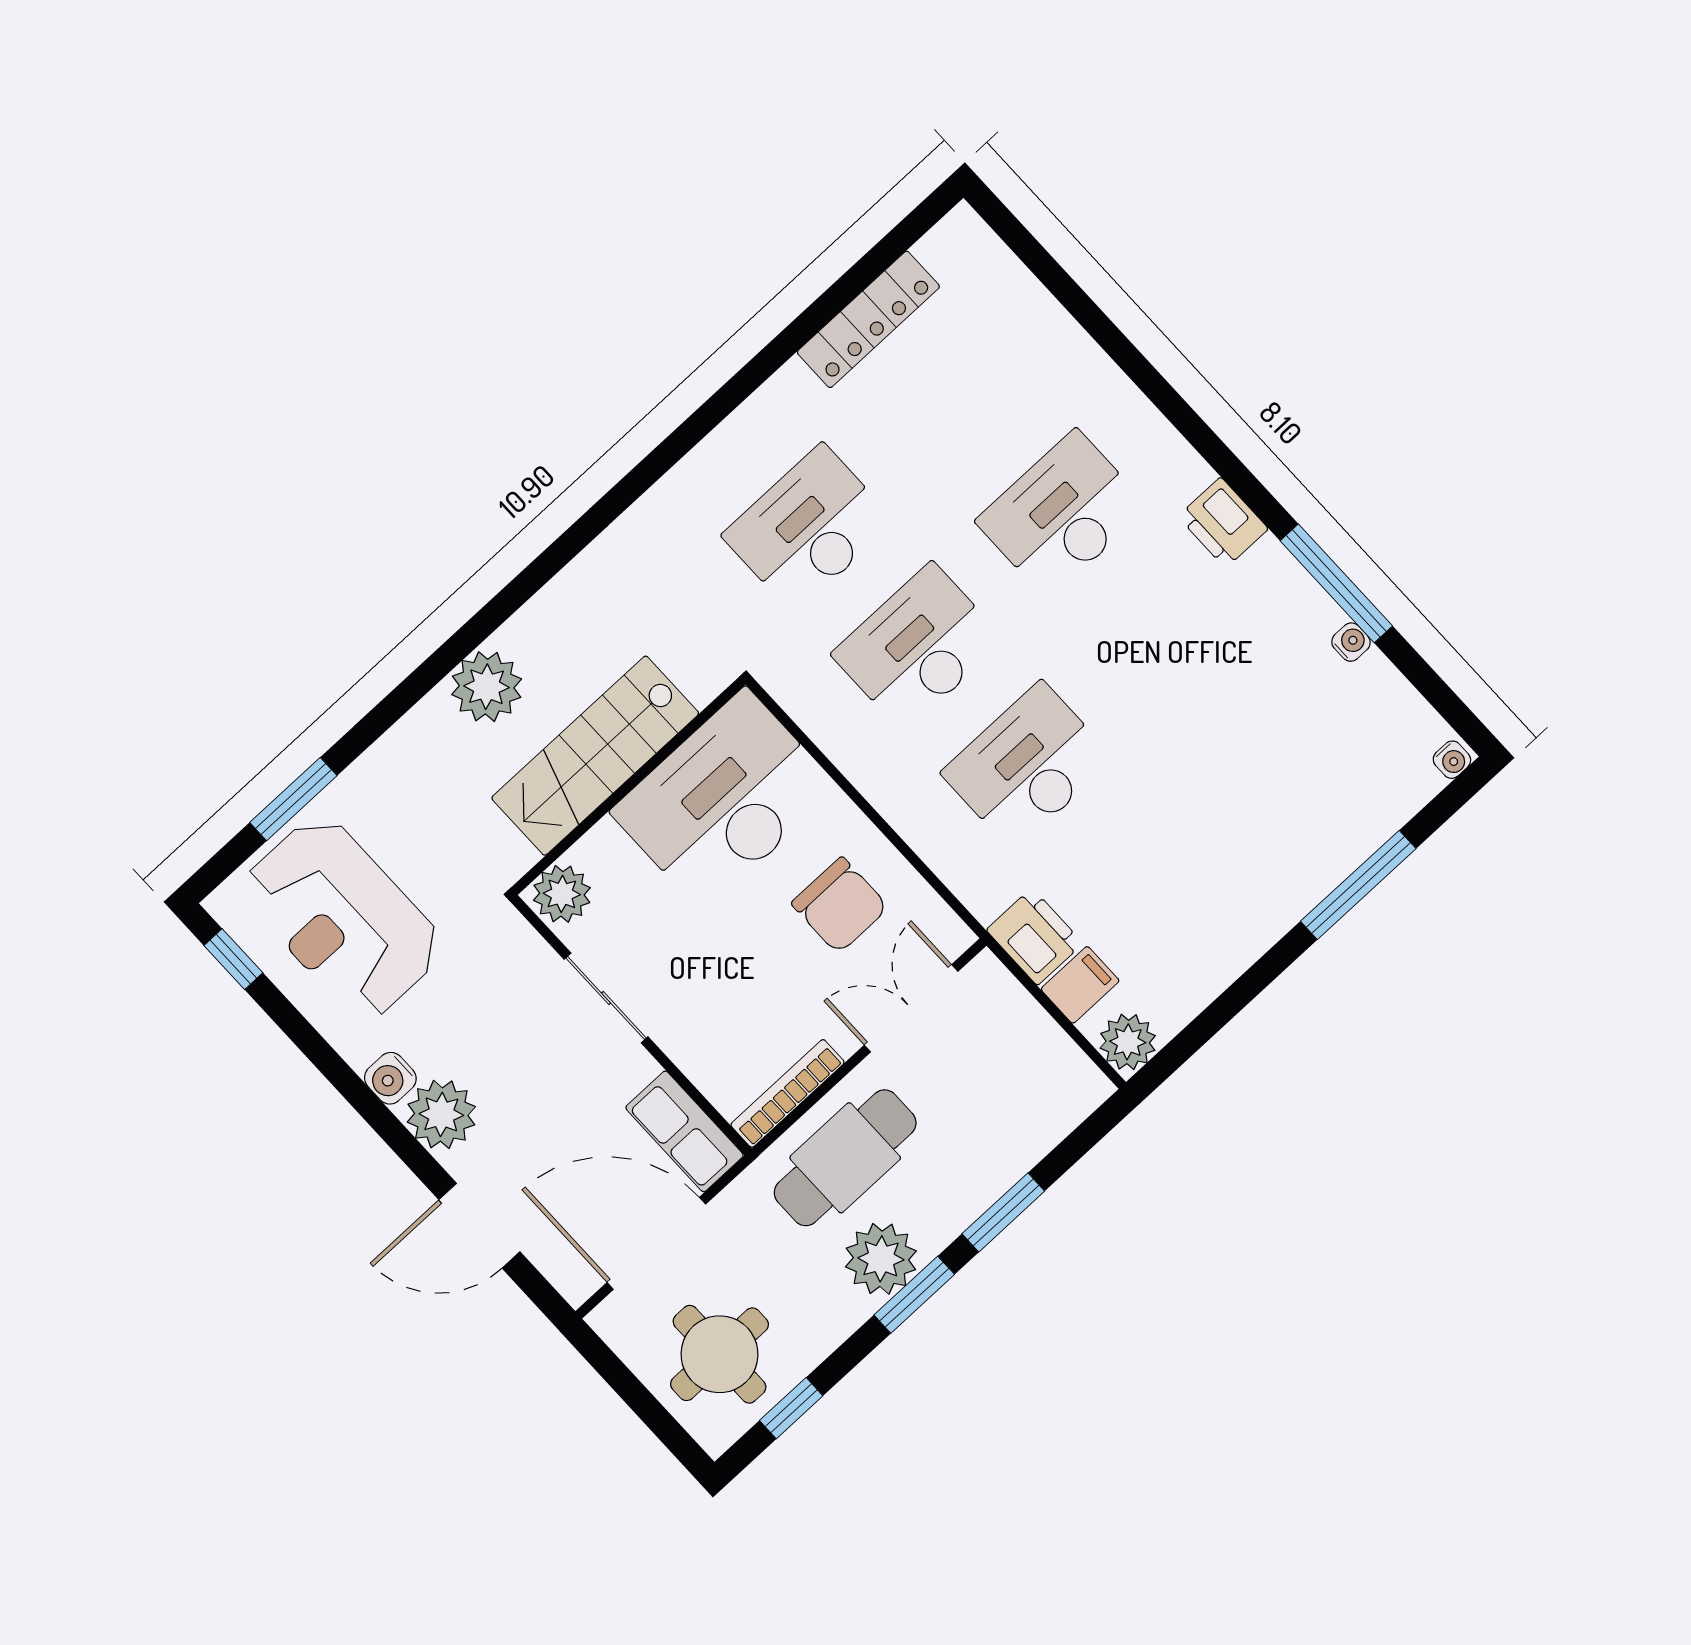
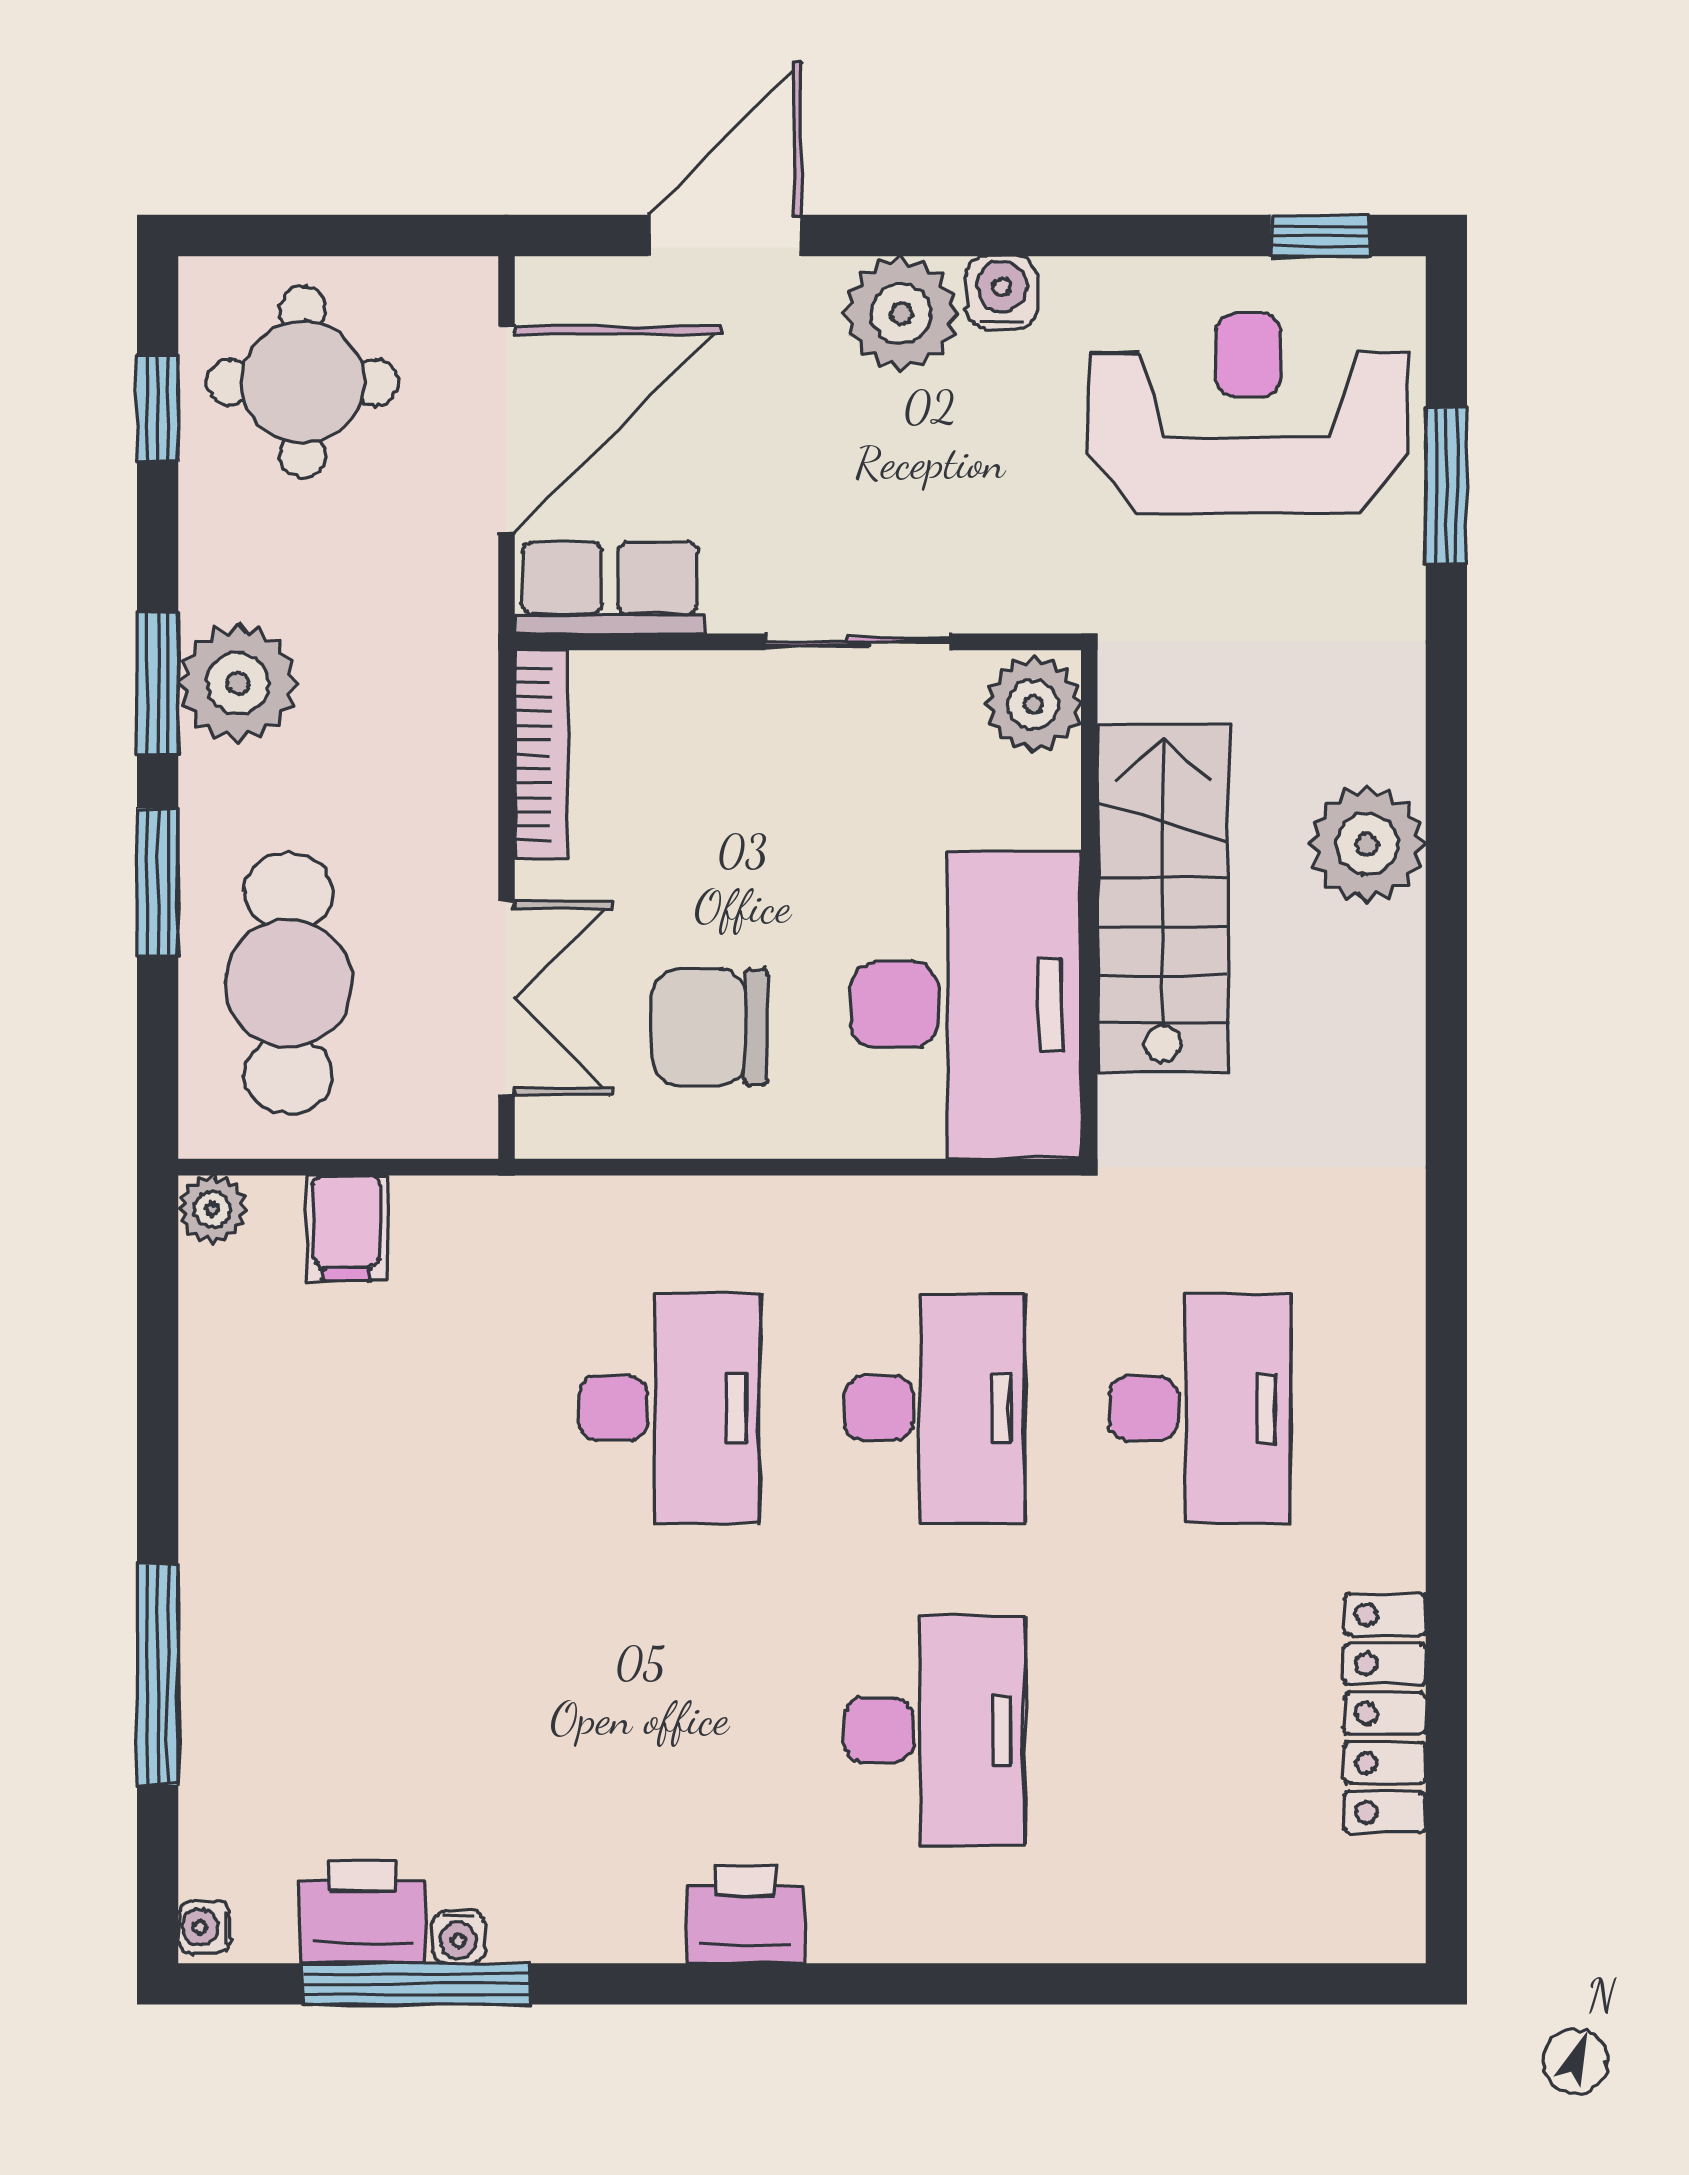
window: (1336, 583) -> (417, 1984), moved
printer: (1035, 937) -> (362, 1912), moved, turned 180
plant: (1128, 1042) -> (212, 1209), width x0.73, depth x0.73
cafe table: (845, 1158) -> (288, 983), moved

